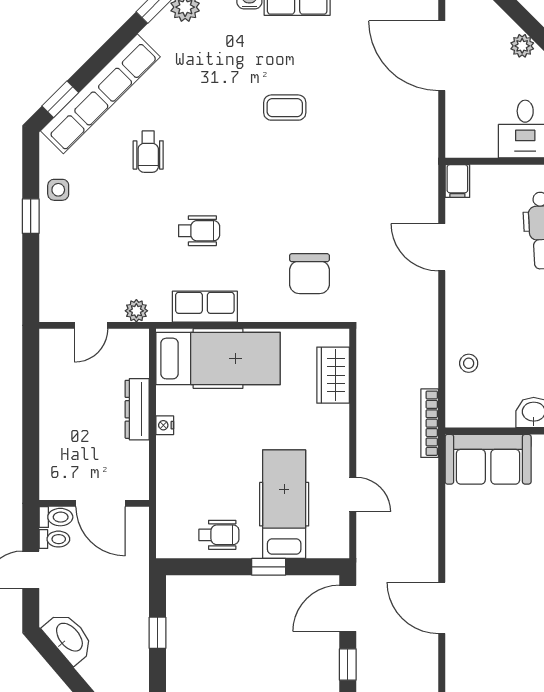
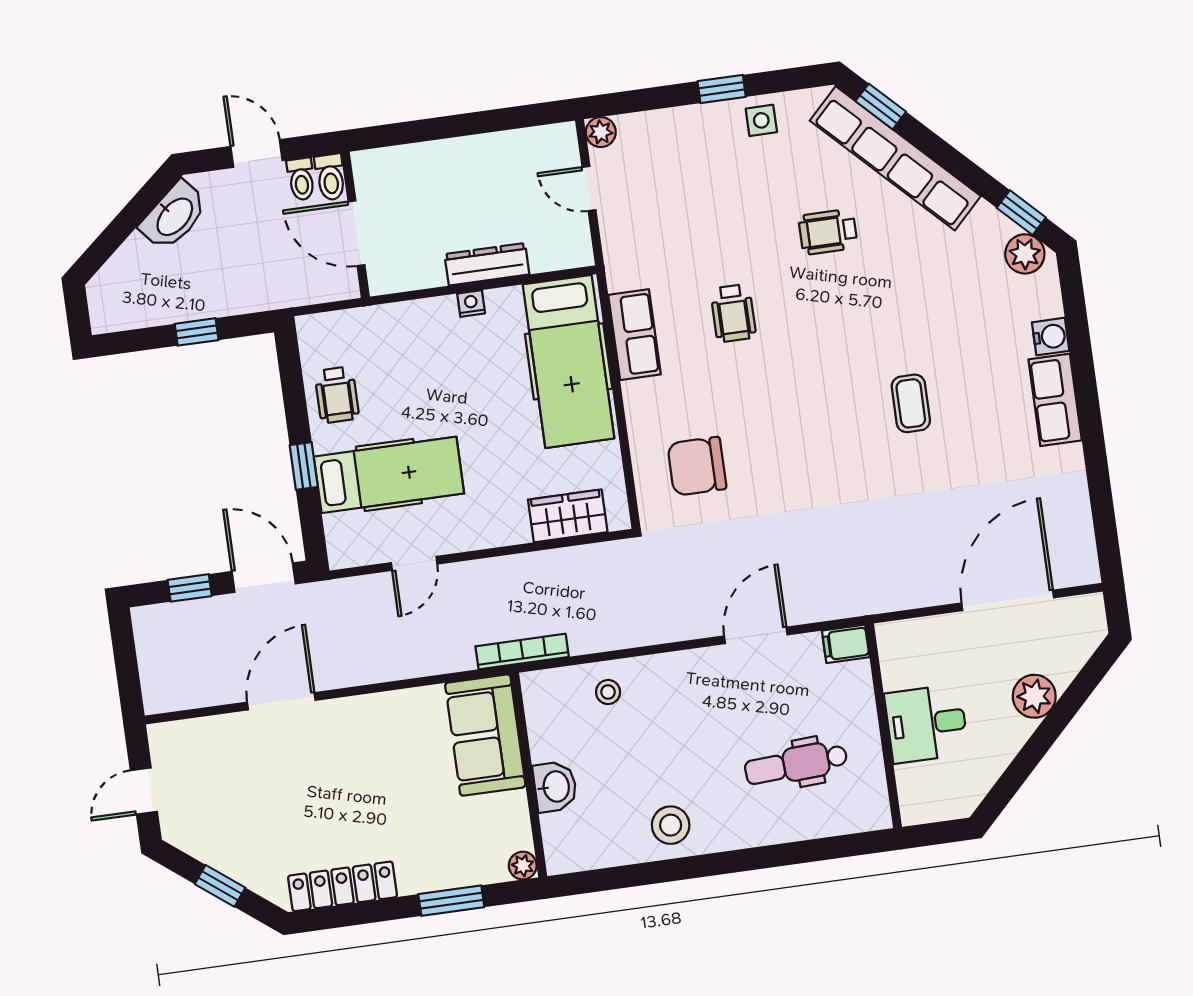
plant: (522, 46) -> (1034, 696), width x1.38, depth x1.38
plant: (136, 311) -> (601, 132), moved
door: (100, 503) -> (357, 233), hinge flipped

